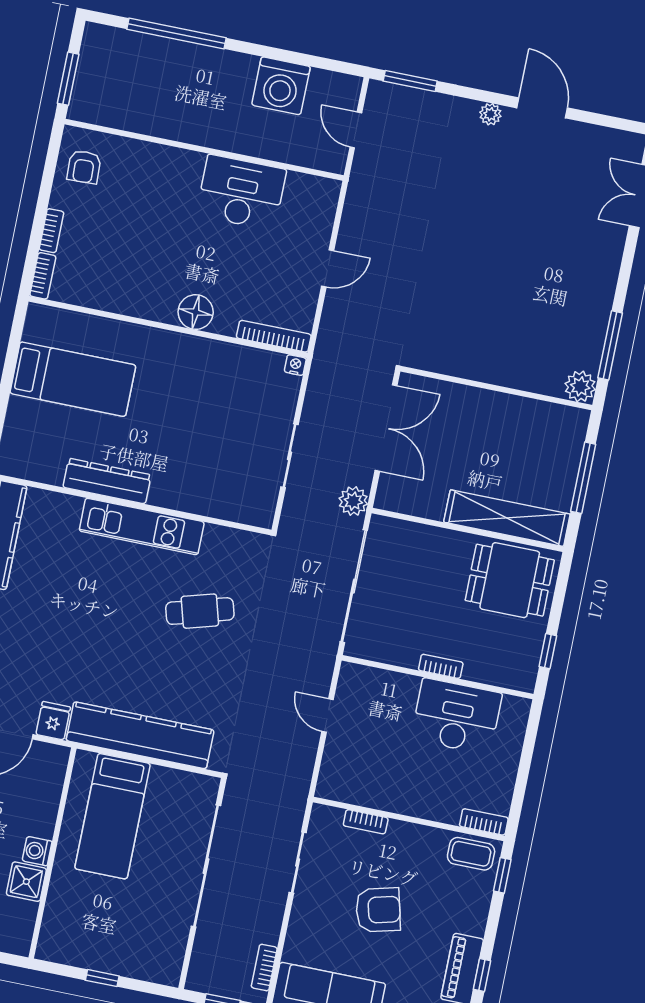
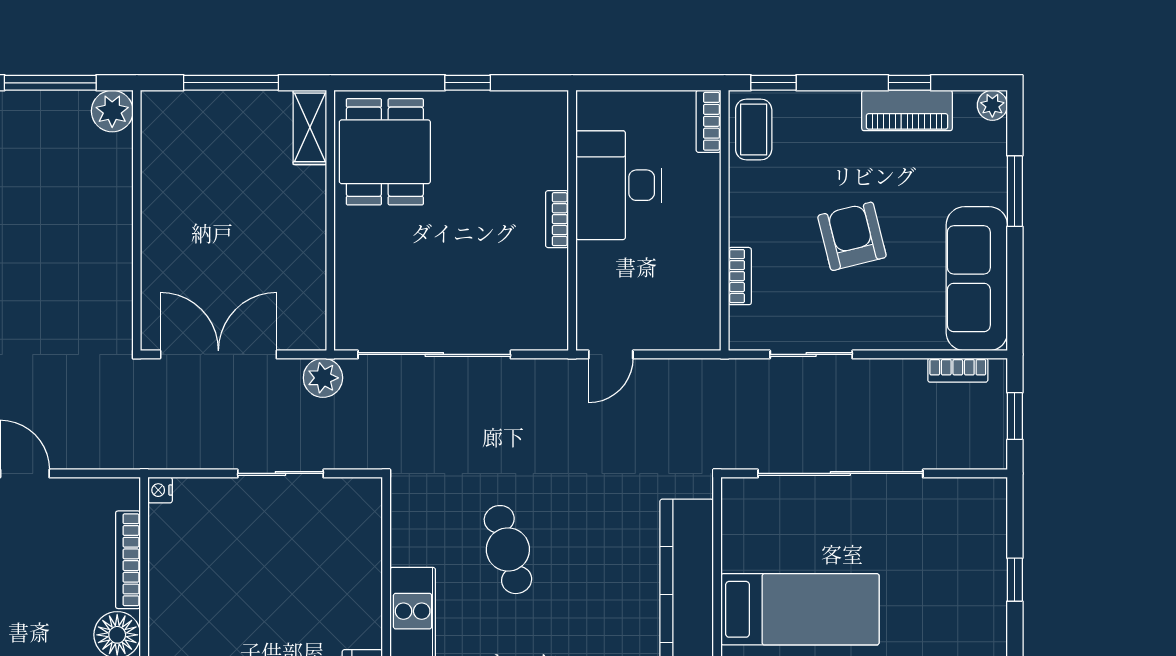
bookcase: (274, 336) -> (128, 560), moved
shelving: (507, 518) -> (310, 127), width x0.45, depth x0.75
bookcase: (441, 666) -> (557, 219), moved
wall: (438, 677) -> (572, 220), moved
desk: (456, 716) -> (619, 185), moved

